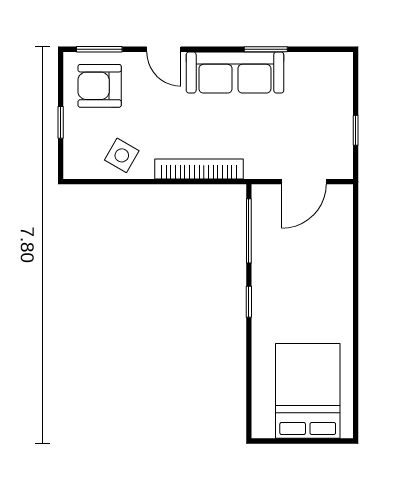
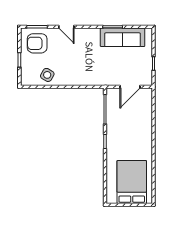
sofa: (235, 72) -> (123, 37), moved
bookcase: (199, 169) -> (82, 81), removed

